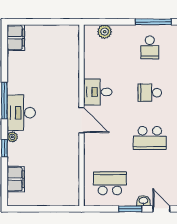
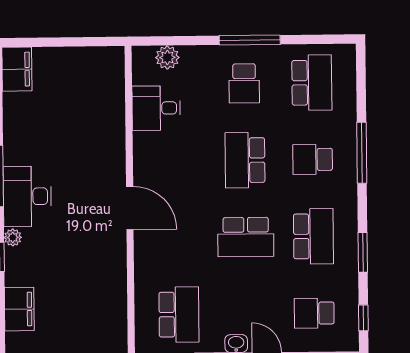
desk: (98, 92) -> (156, 108), moved
school desk: (150, 93) -> (245, 160), width x1.85
school desk: (110, 183) -> (179, 315), turned 90

